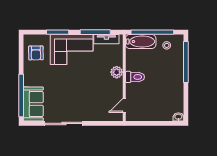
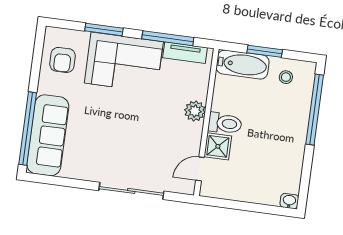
window: (152, 32) -> (265, 51), width x0.47
shower: (133, 91) -> (218, 146), added
sofa: (33, 104) -> (48, 135), width x1.36
sliding door: (64, 123) -> (131, 191), moved

